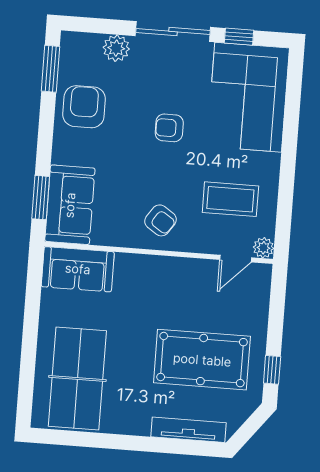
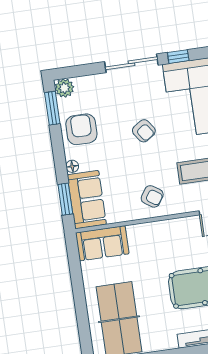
plant: (116, 48) -> (64, 88), moved
armchair: (169, 128) -> (144, 131), turned -125
floor lamp: (60, 155) -> (72, 166), added

